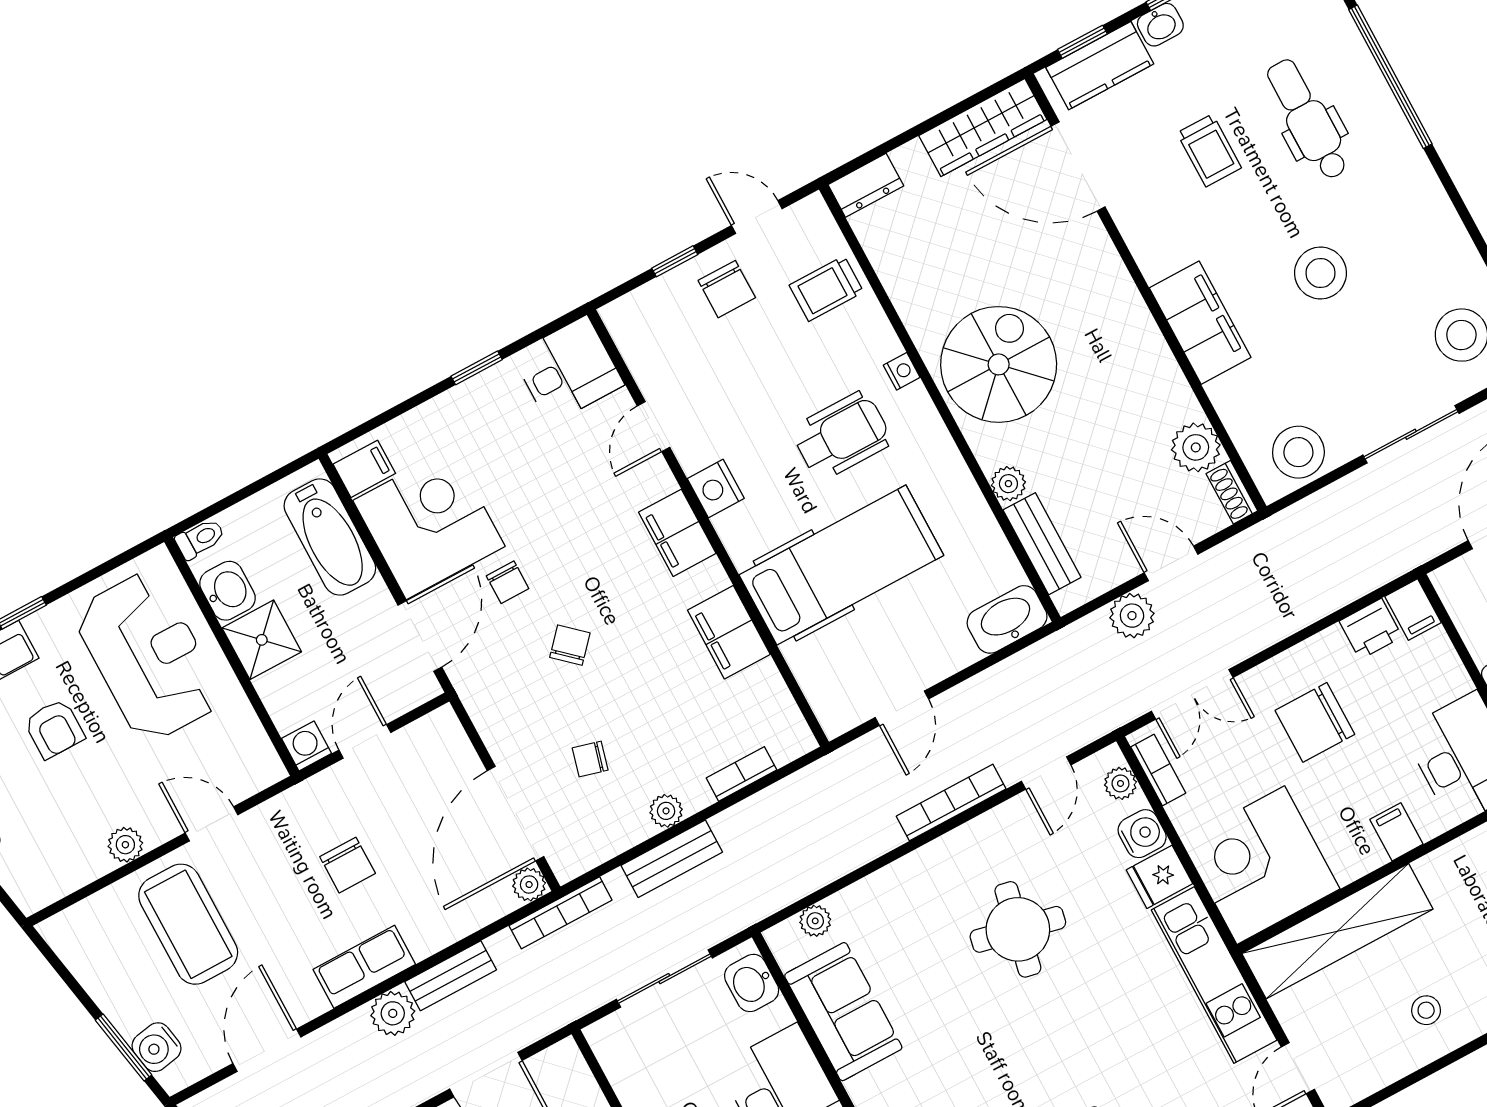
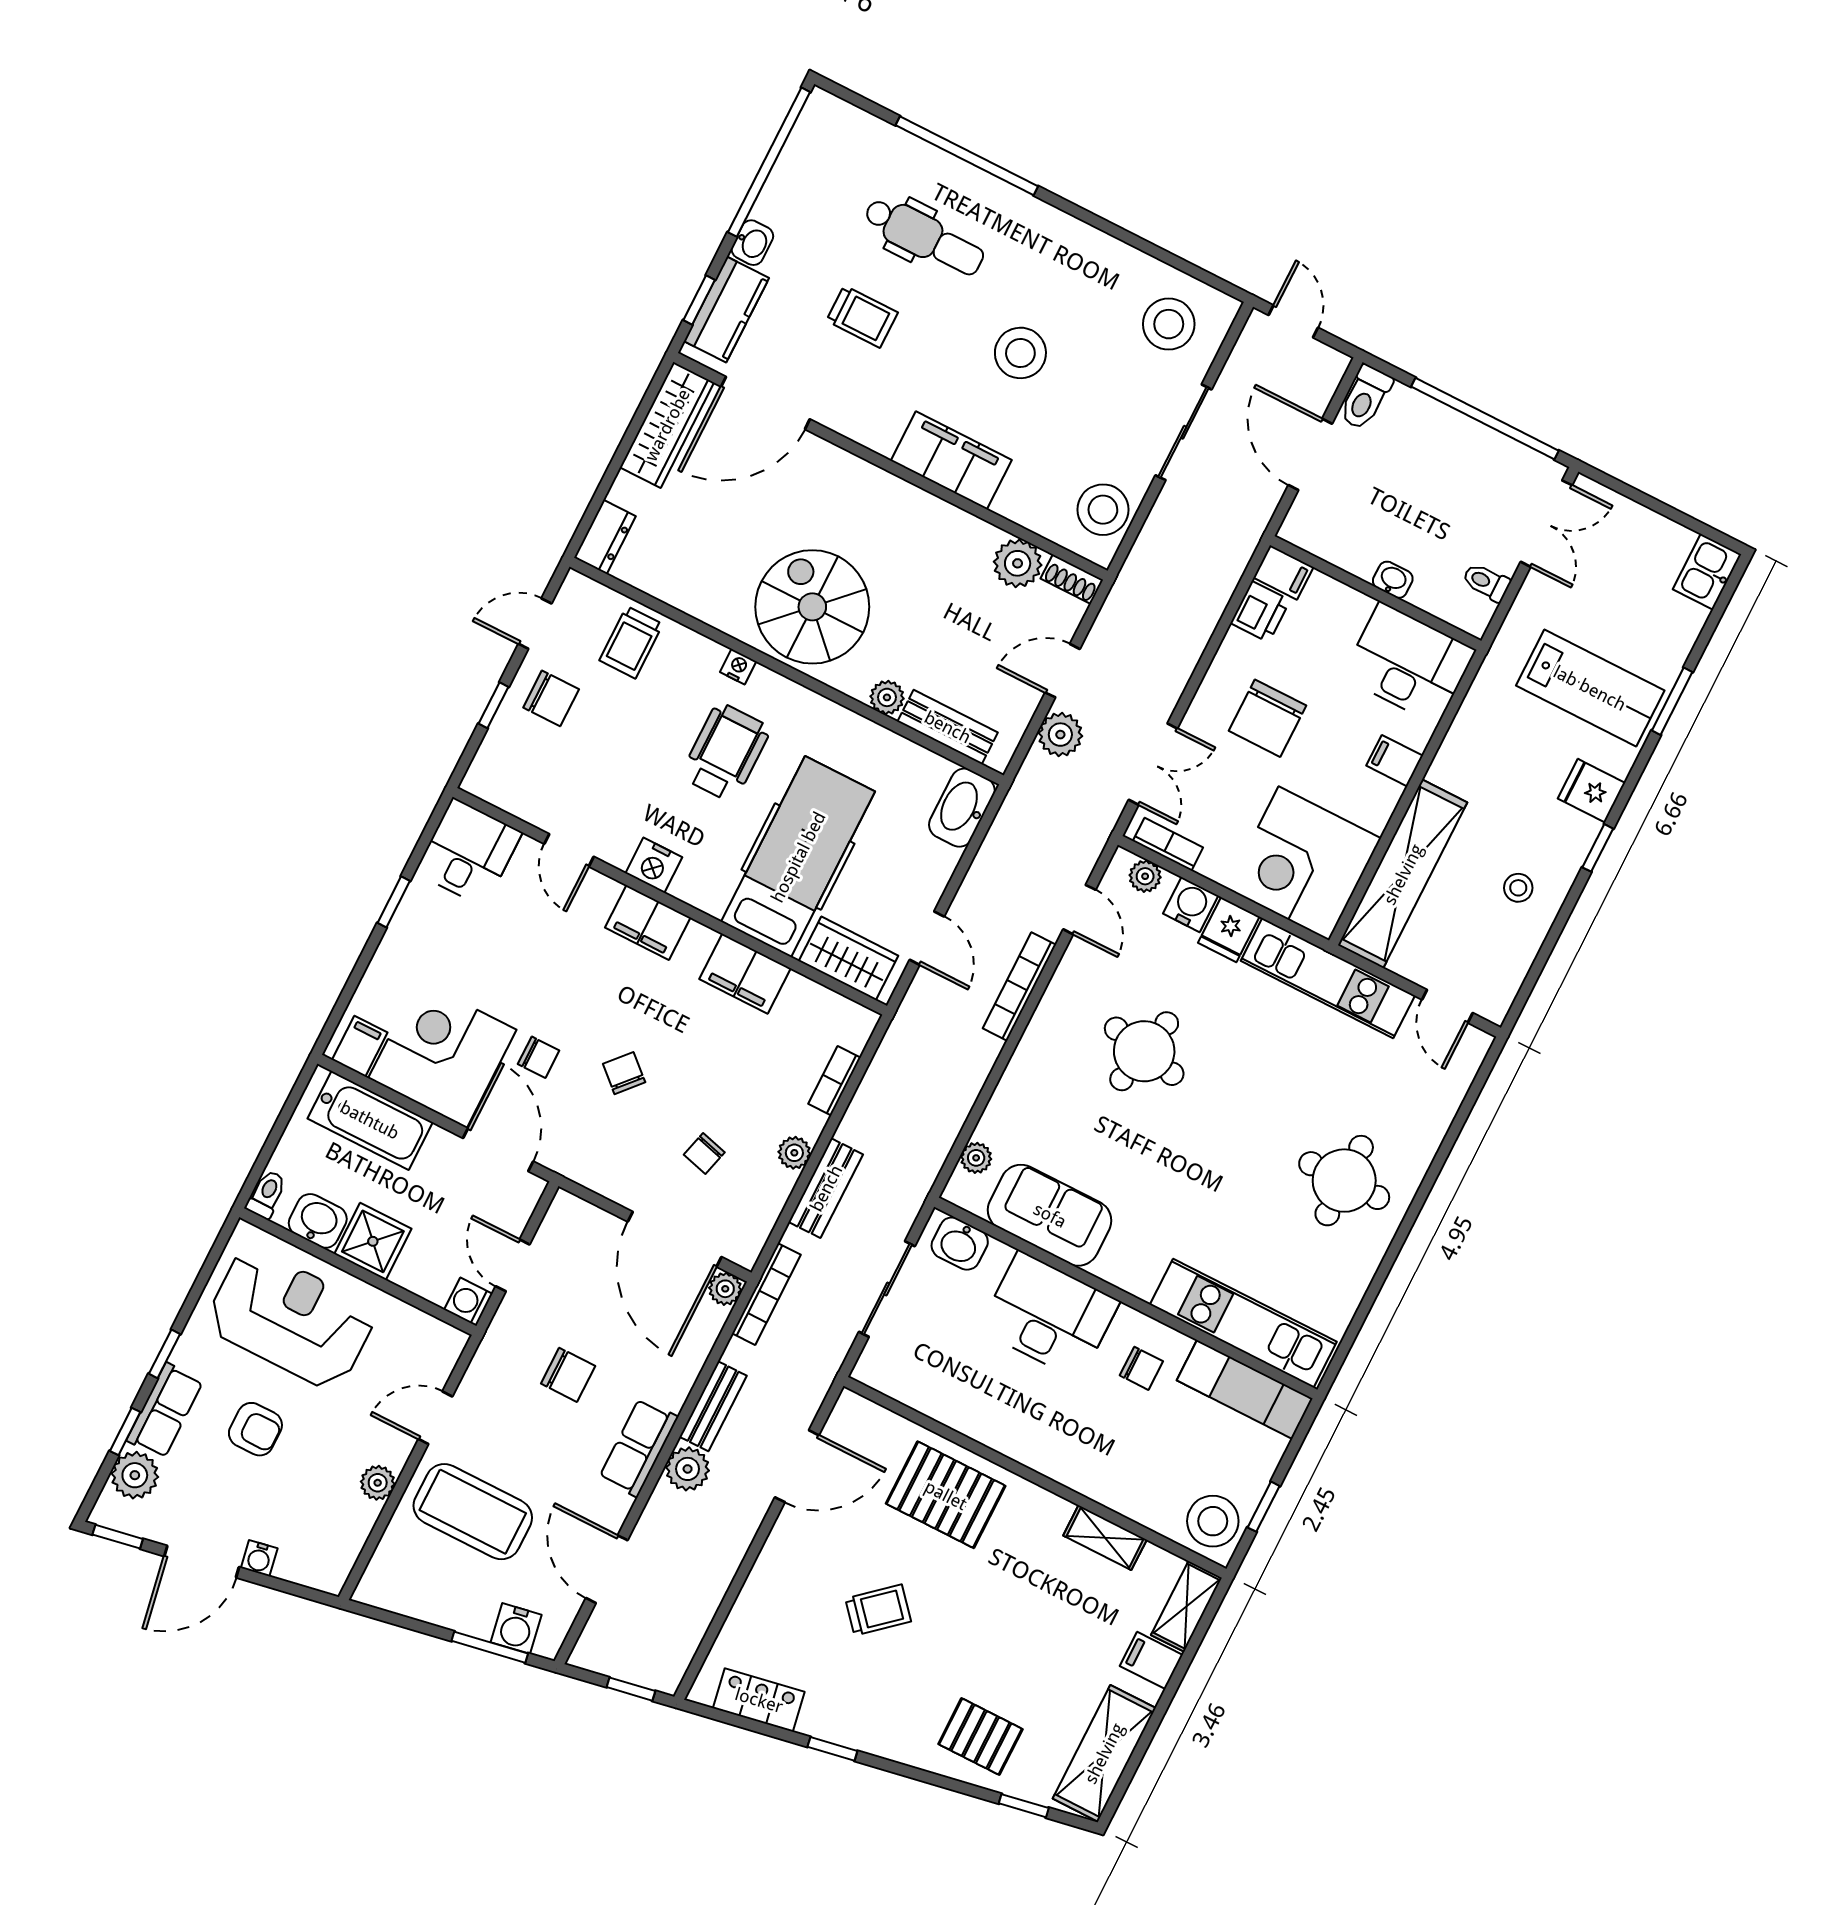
dental chair: (1308, 119) -> (924, 237), turned 180
wardrobe: (824, 680) -> (848, 958), added

